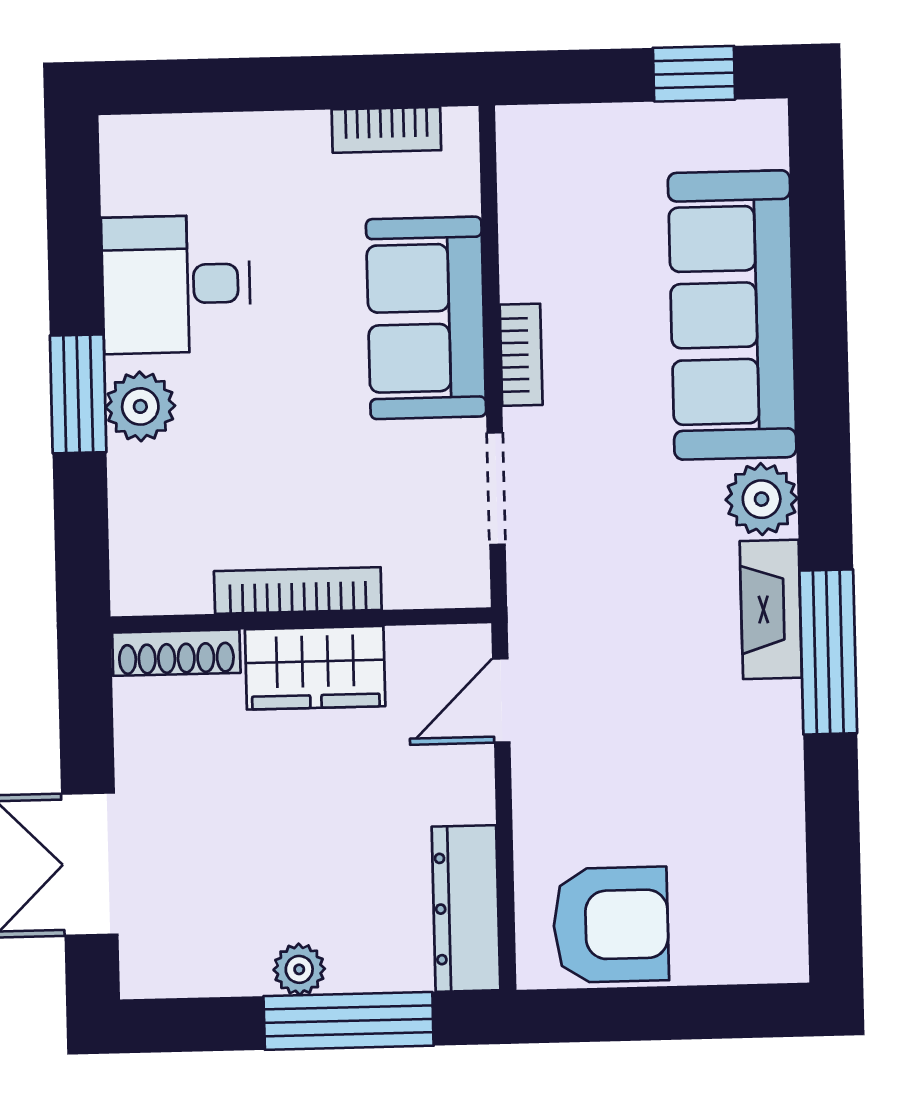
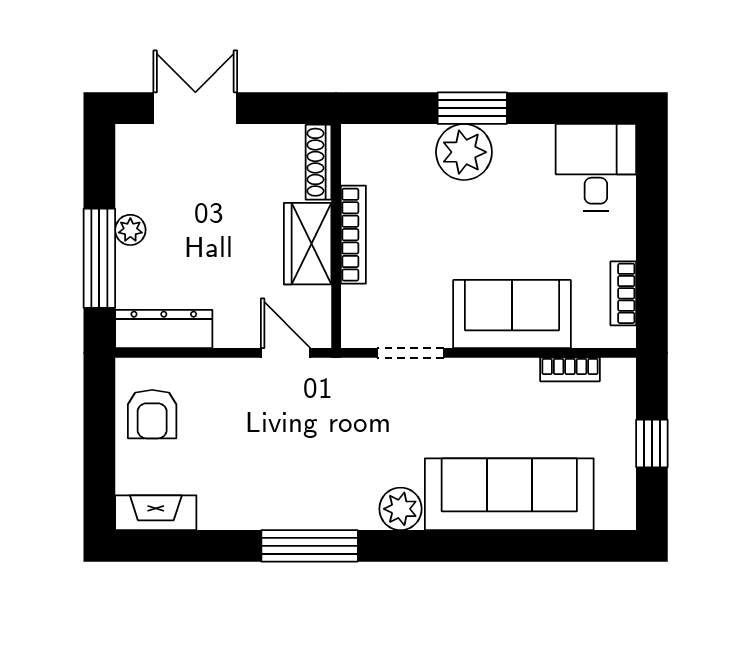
window: (694, 74) -> (652, 443), moved
desk: (176, 284) -> (596, 167), moved
bookcase: (521, 355) -> (570, 369), moved
plant: (140, 406) -> (464, 152), width x1.36, depth x1.36
fireplace: (771, 609) -> (156, 513), moved
armchair: (611, 925) -> (152, 414), width x0.72, depth x0.72

